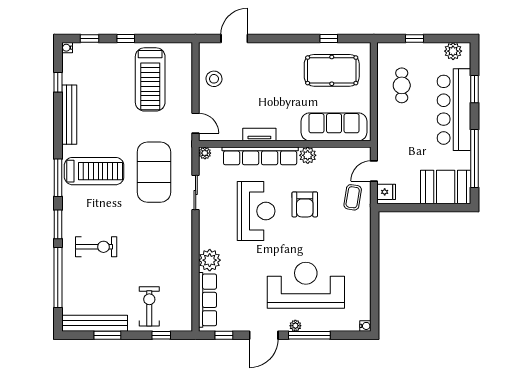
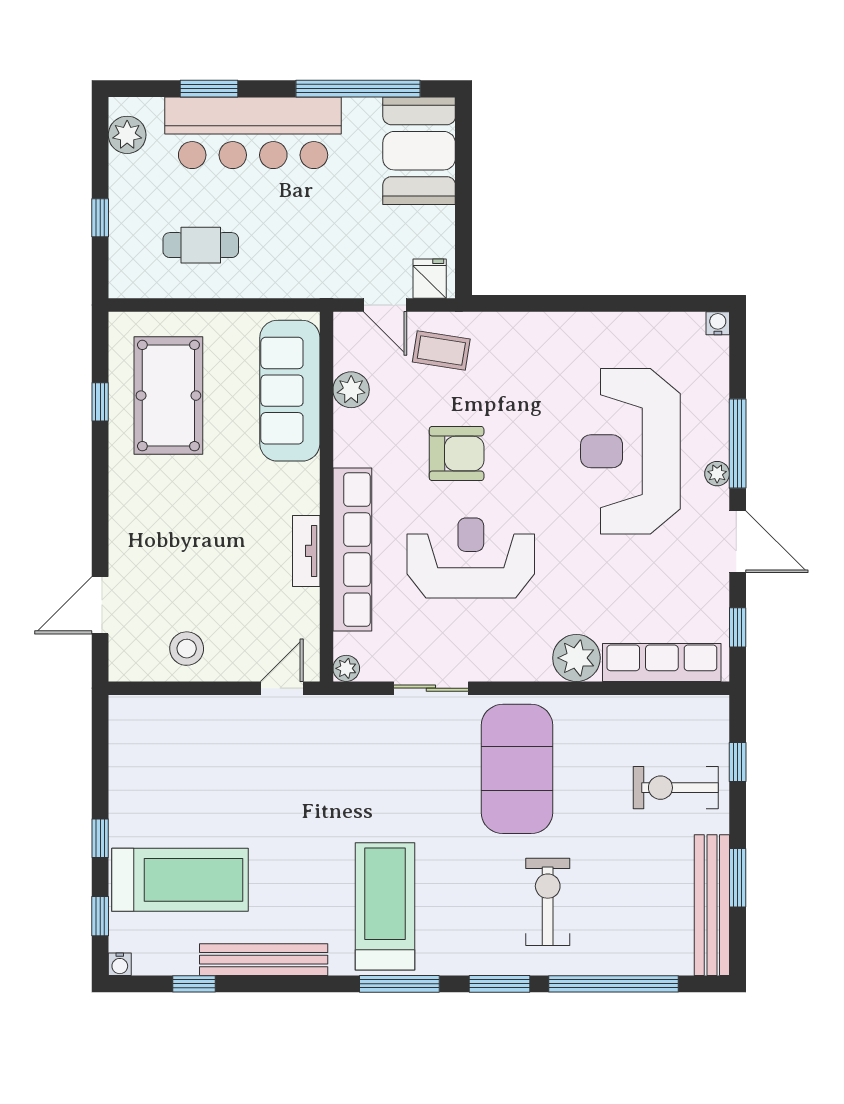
door: (234, 39) -> (100, 605), hinge flipped
treadmill: (150, 79) -> (180, 880), moved
plant: (308, 155) -> (351, 390), moved
exercise mat: (154, 172) -> (517, 769), moved, turned 90

